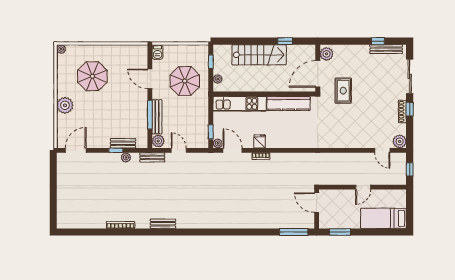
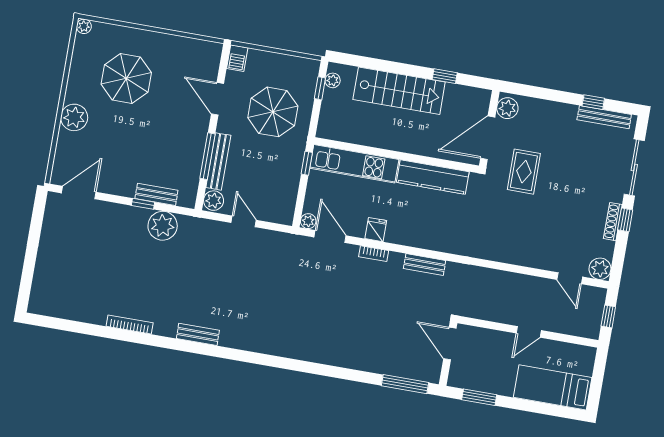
plant: (218, 79) -> (333, 80), moved
window: (211, 132) -> (307, 163), moved
plant: (126, 157) -> (163, 226), width x1.87, depth x1.87
bench: (152, 157) -> (425, 265), moved

